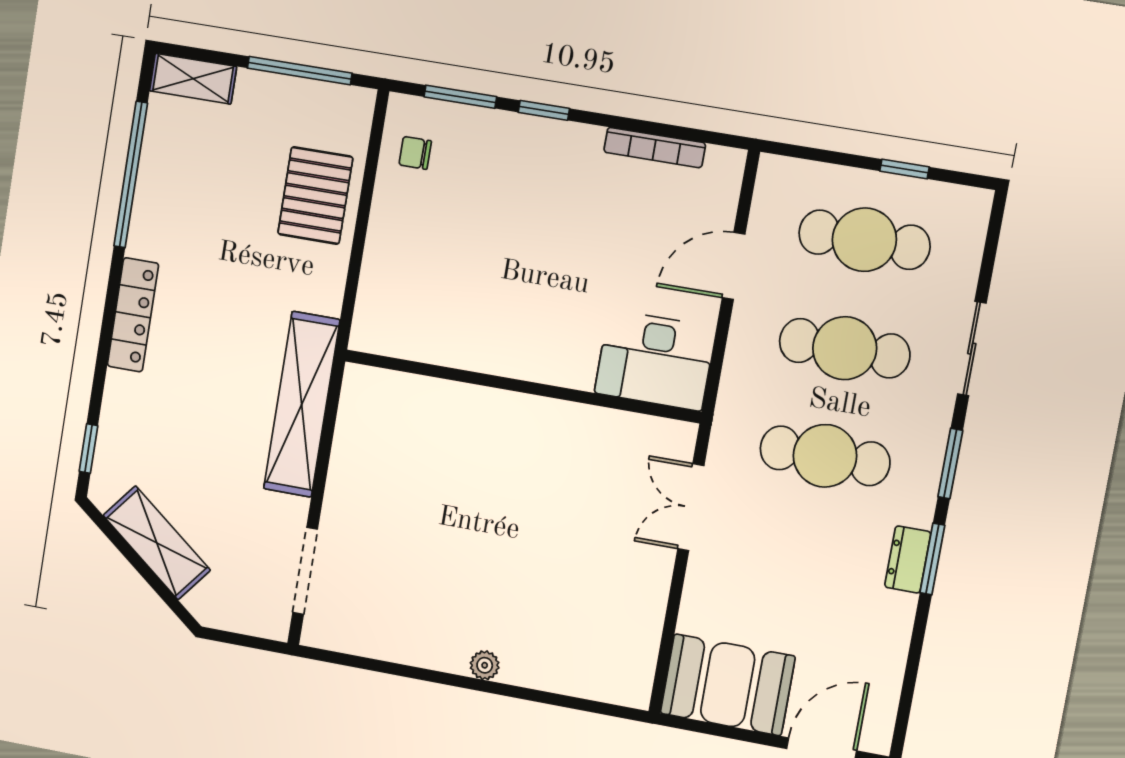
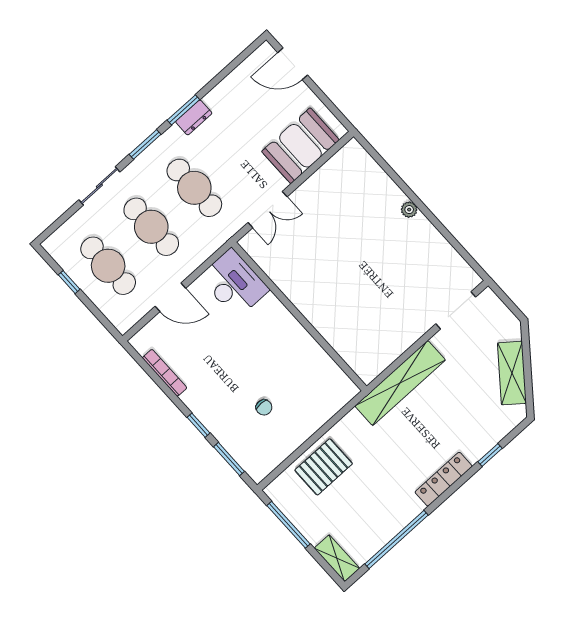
chair: (415, 153) -> (264, 407), moved
window: (88, 449) -> (490, 455), moved
booth: (728, 685) -> (300, 146), moved, turned 90

